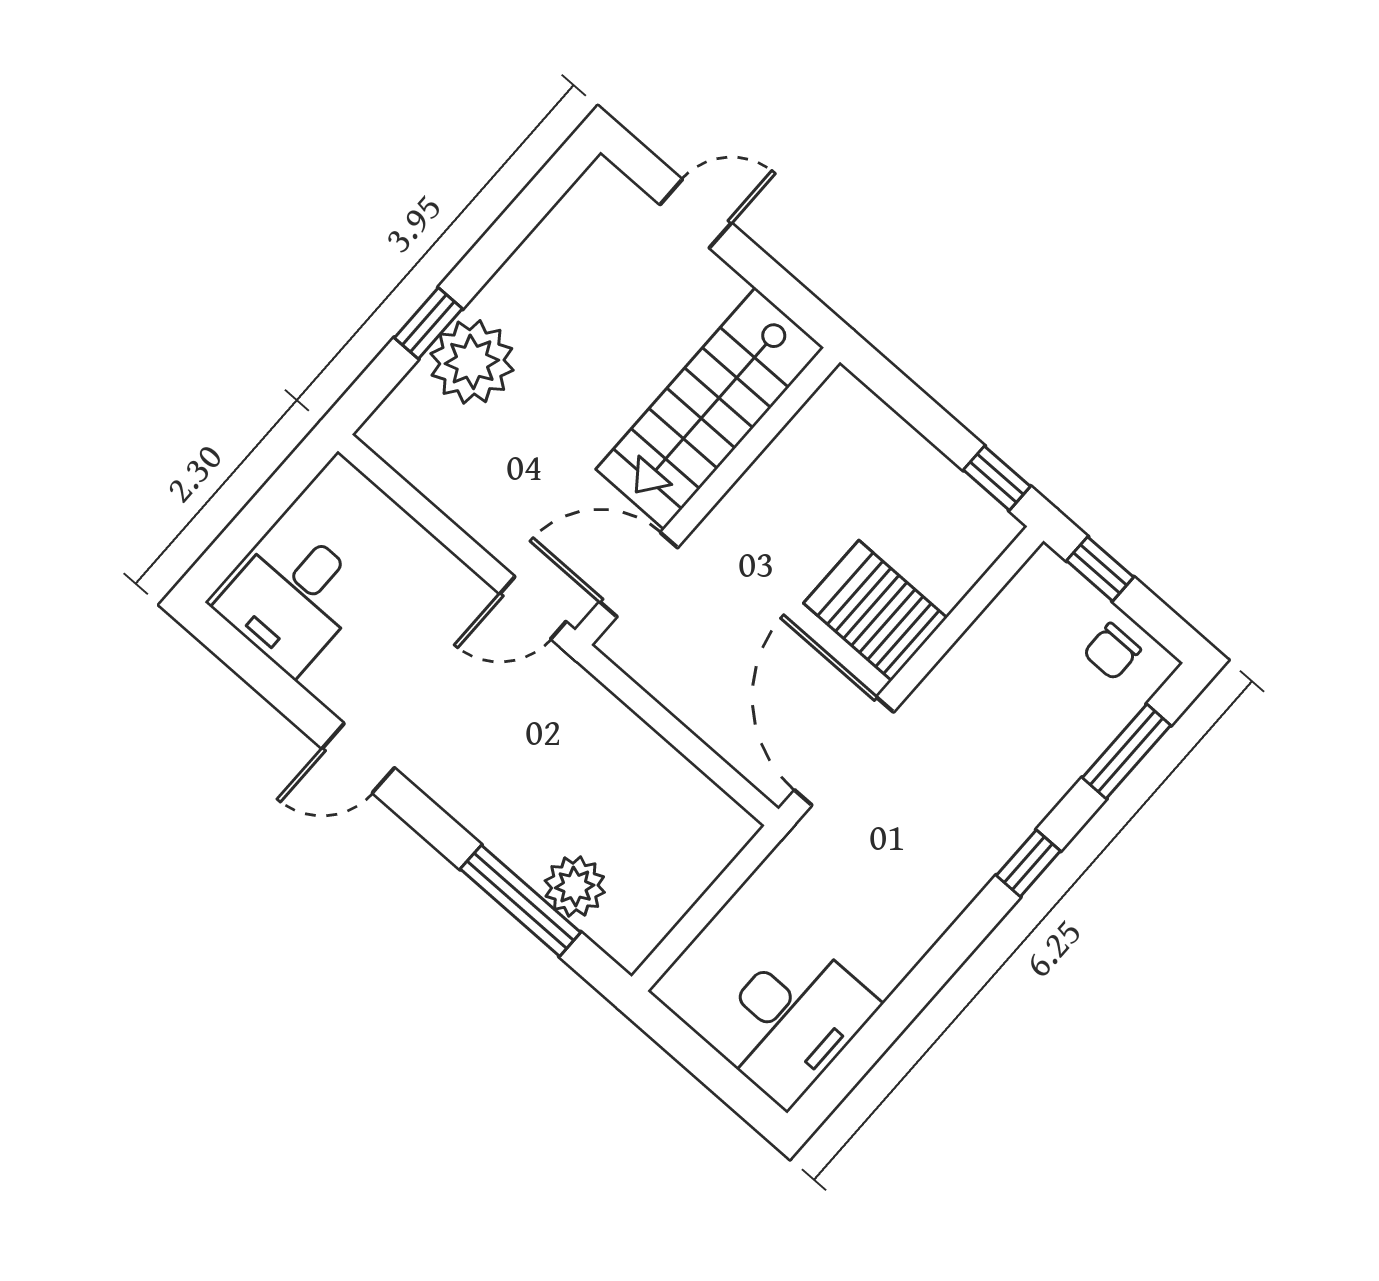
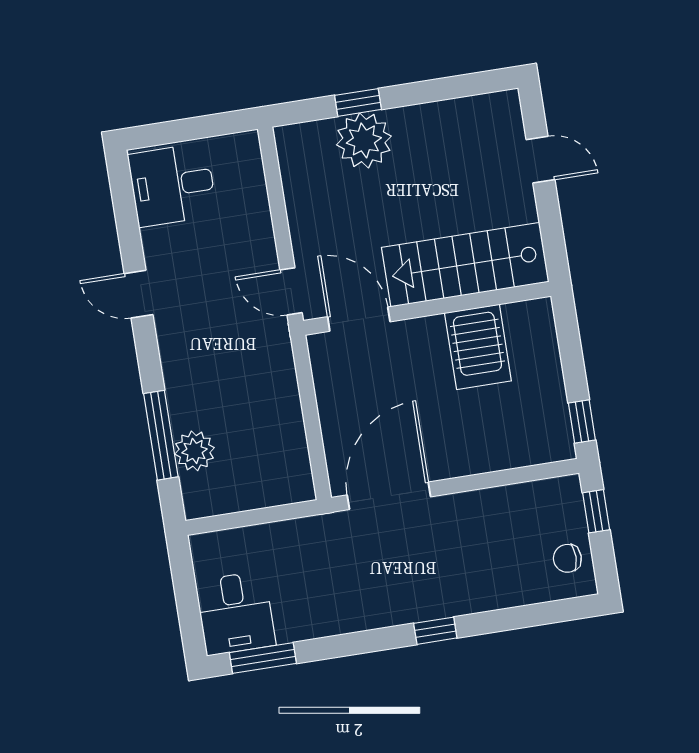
server rack: (875, 610) -> (478, 347), moved, turned 180
window: (1127, 751) -> (263, 658), moved
desk: (792, 1021) -> (235, 613), width x0.73

